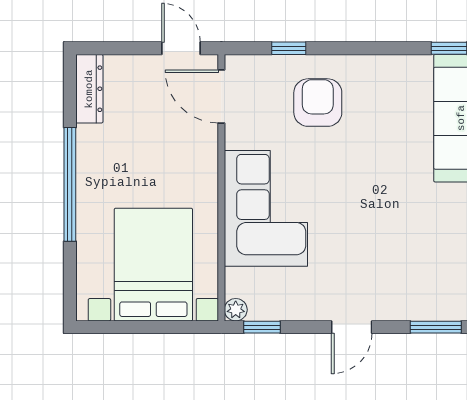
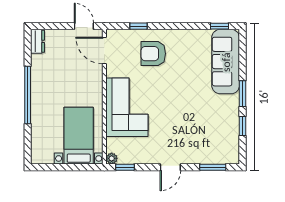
dresser: (89, 89) -> (38, 41), width x0.70
armchair: (318, 103) -> (153, 54), turned -90
bed with nightstands: (153, 265) -> (79, 136), width x0.73

